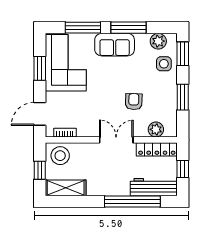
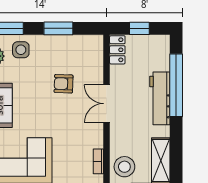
plant: (156, 129) -> (95, 59), removed
locker: (157, 149) -> (117, 50), width x0.66
workbench: (154, 187) -> (160, 98), moved

